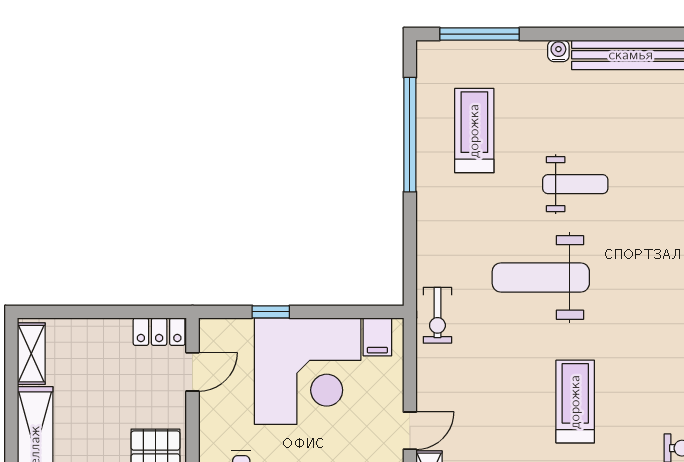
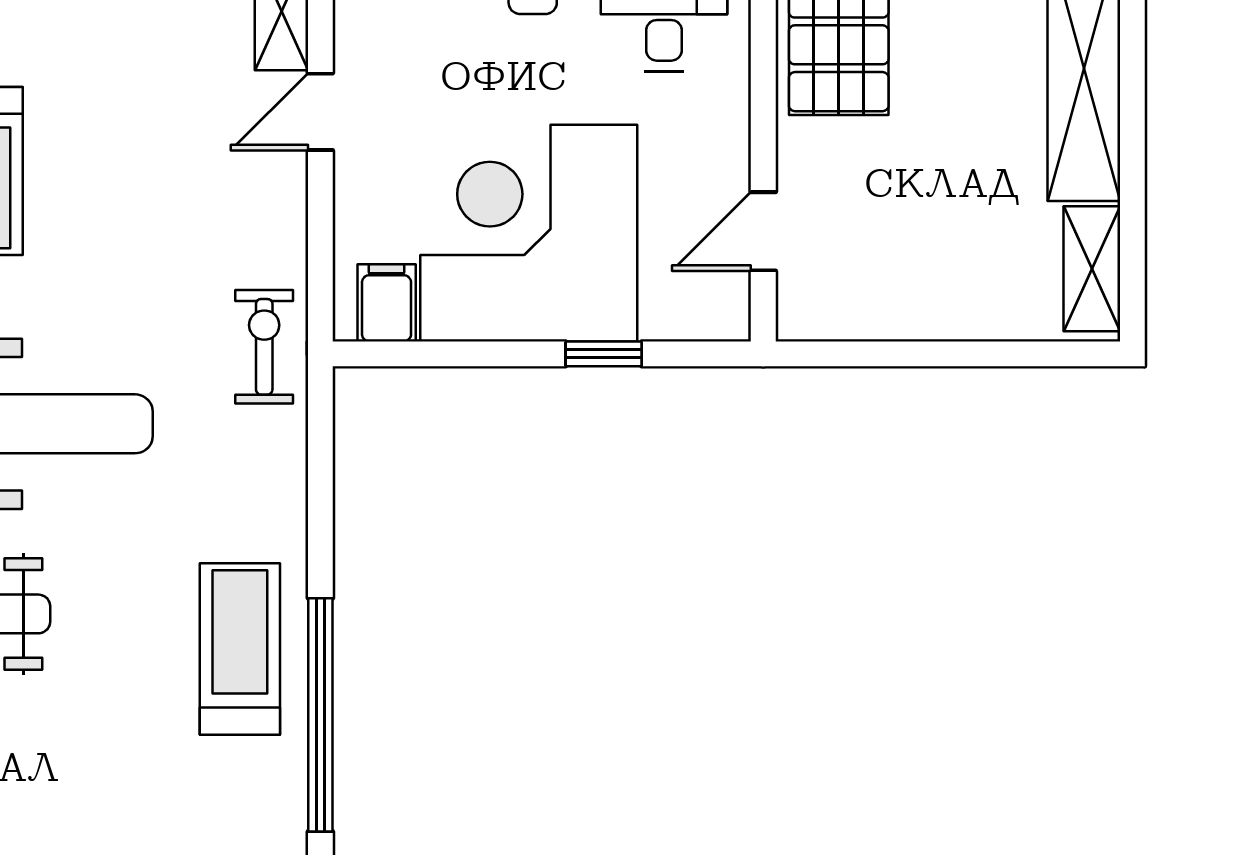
treadmill: (474, 131) -> (240, 649), moved, turned 180
locker: (159, 332) -> (831, 313), removed

